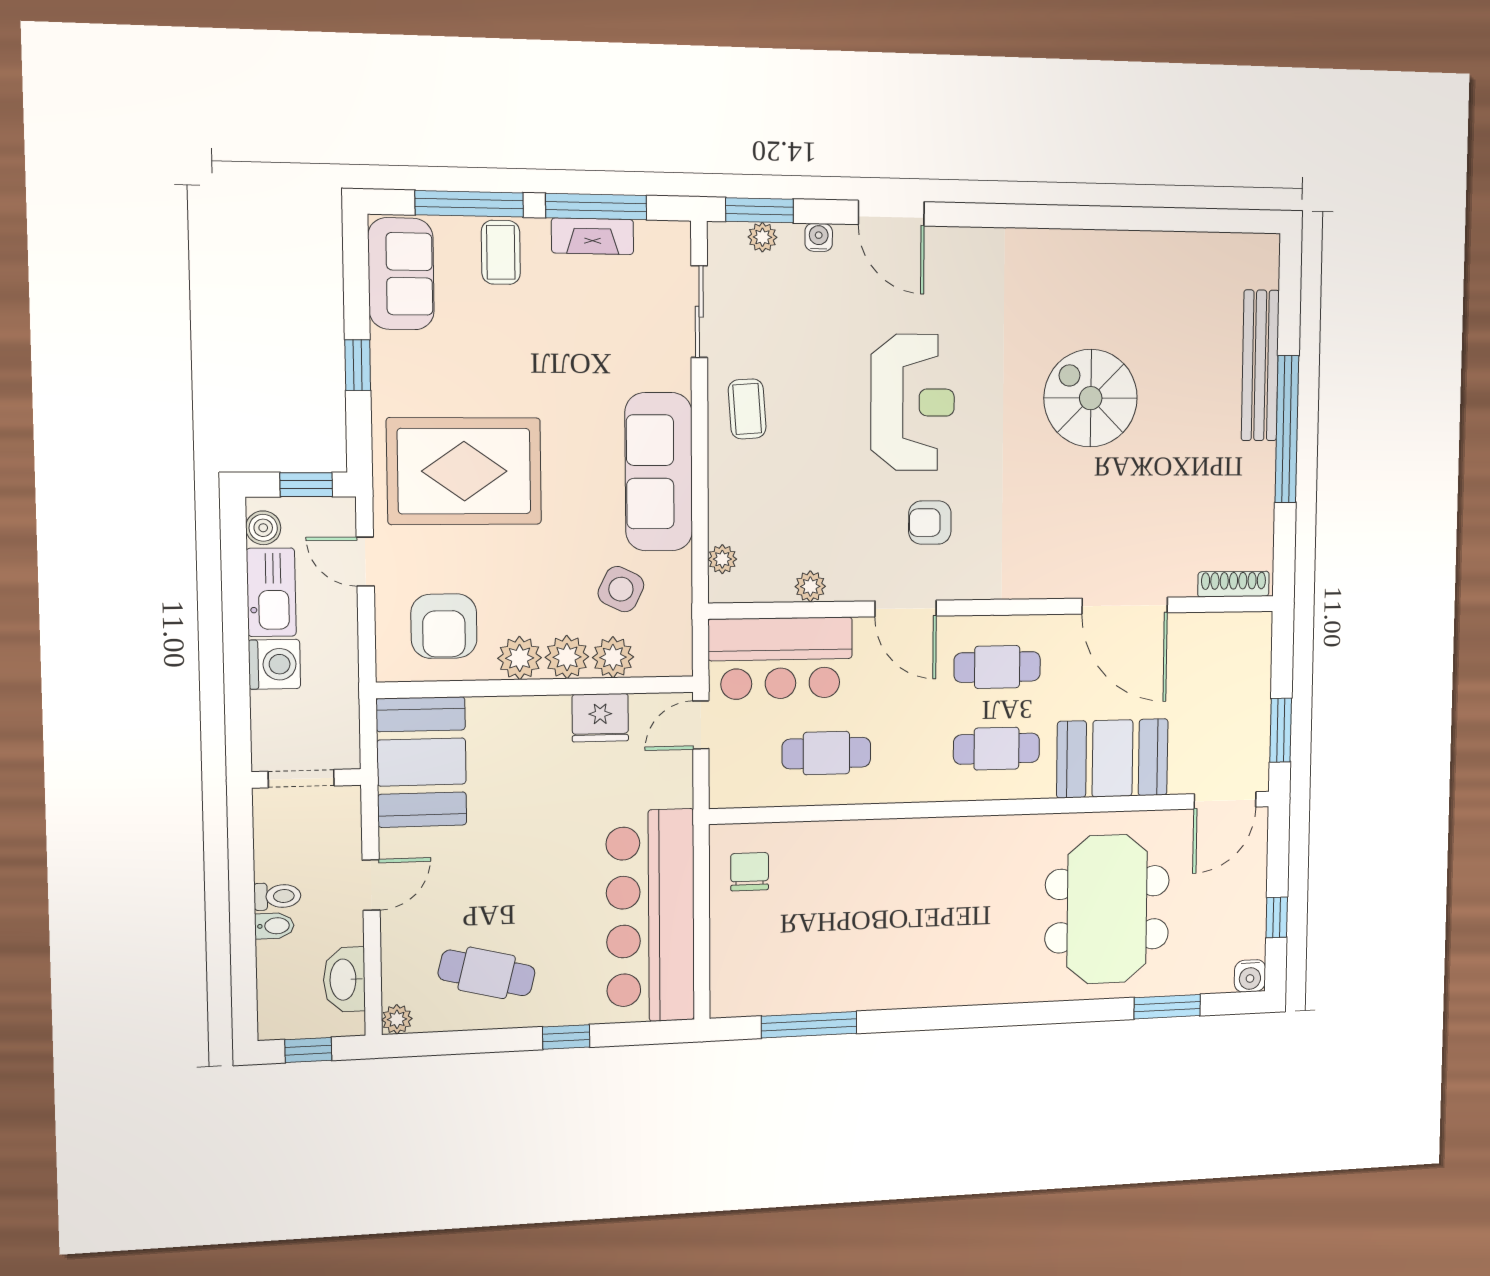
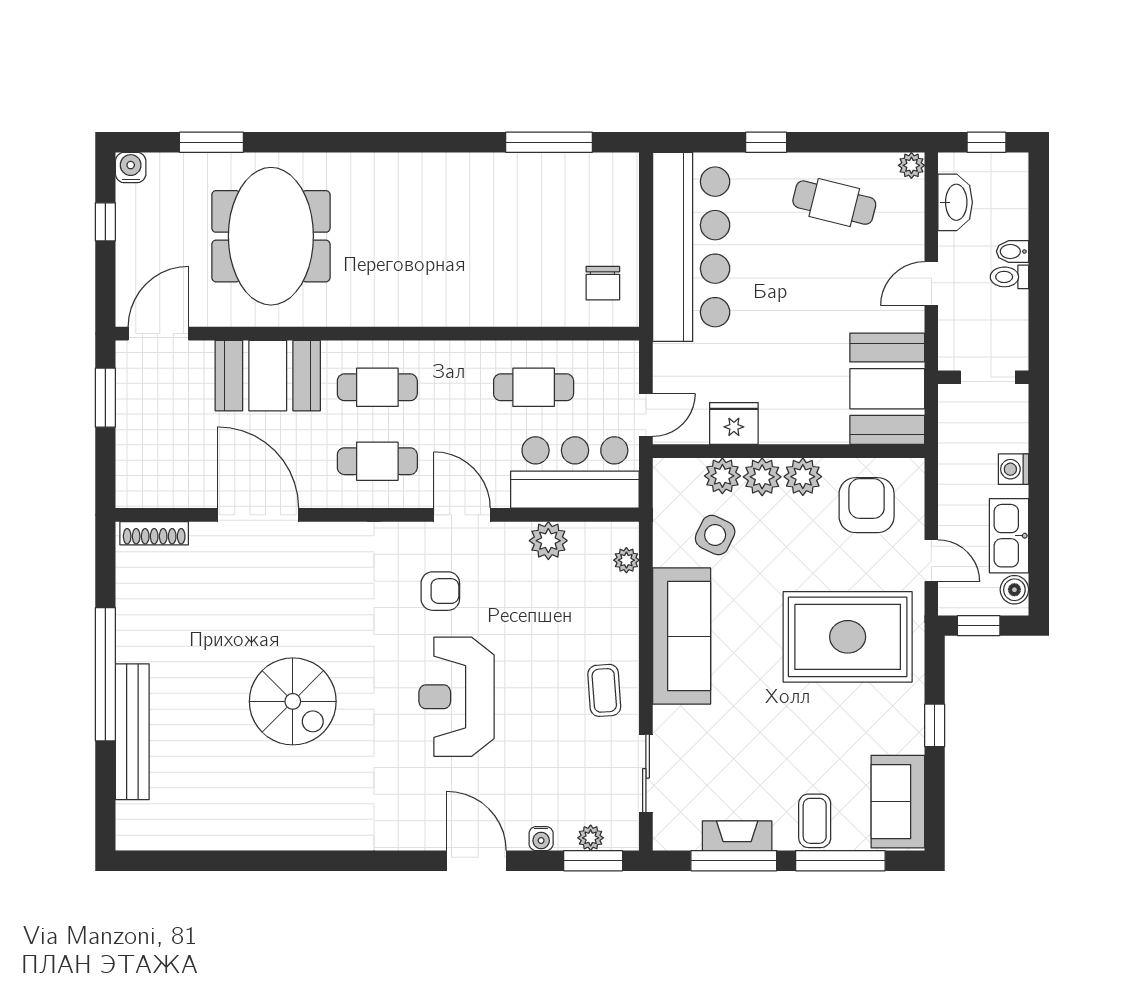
plant: (810, 586) -> (548, 541), width x1.38, depth x1.38
washing machine: (274, 664) -> (1013, 469), width x0.73, depth x0.73

